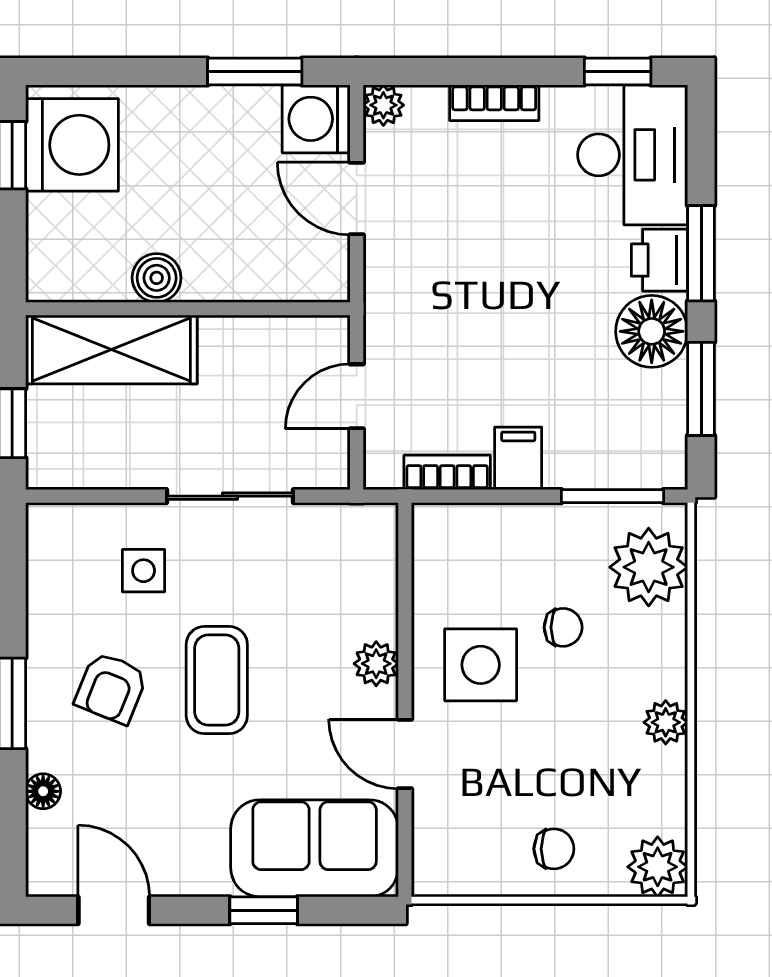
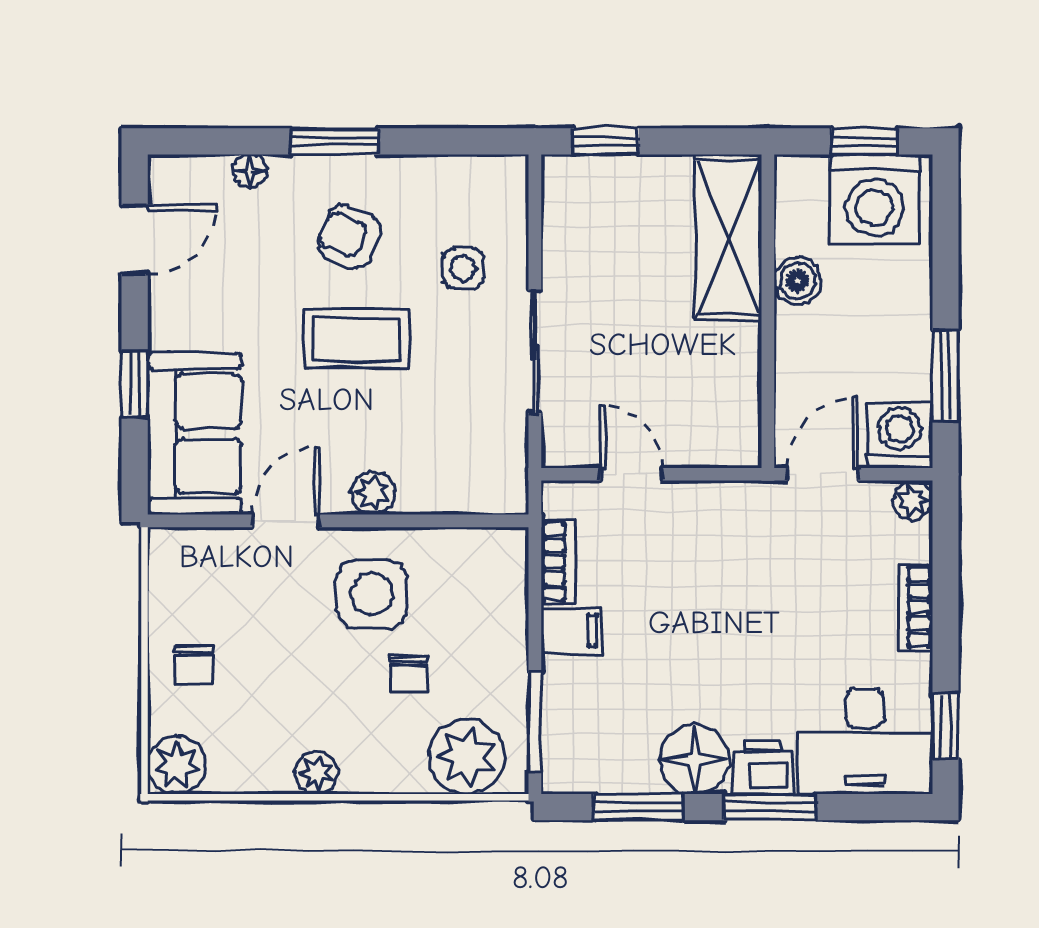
boiler: (157, 278) -> (798, 281), moved
wall: (188, 309) -> (768, 311), moved
shelving: (111, 349) -> (728, 237), moved

